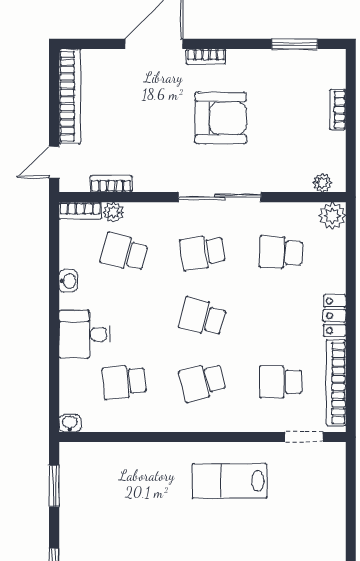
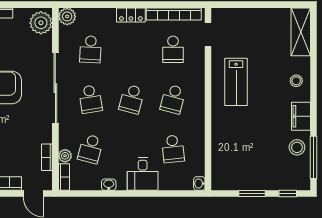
plant: (322, 183) -> (41, 23), width x1.87, depth x1.87
sliding door: (220, 197) -> (55, 88), width x1.36
school desk: (202, 382) -> (173, 99), turned 30
window: (54, 486) -> (252, 194), moved

